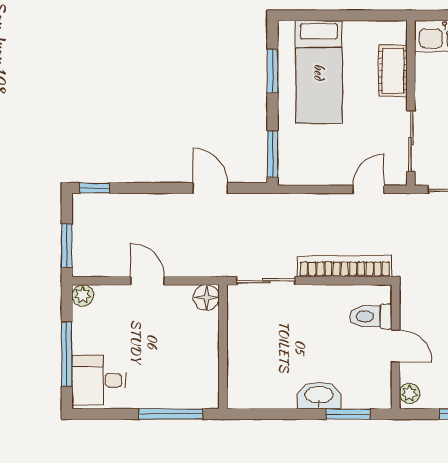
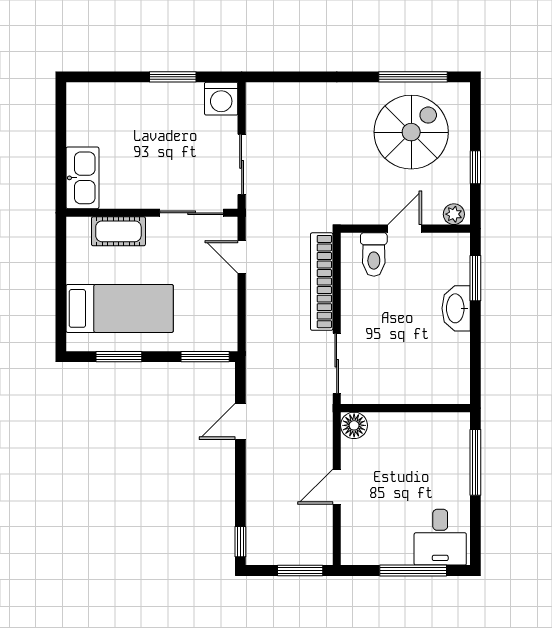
plant: (83, 295) -> (352, 554), removed

